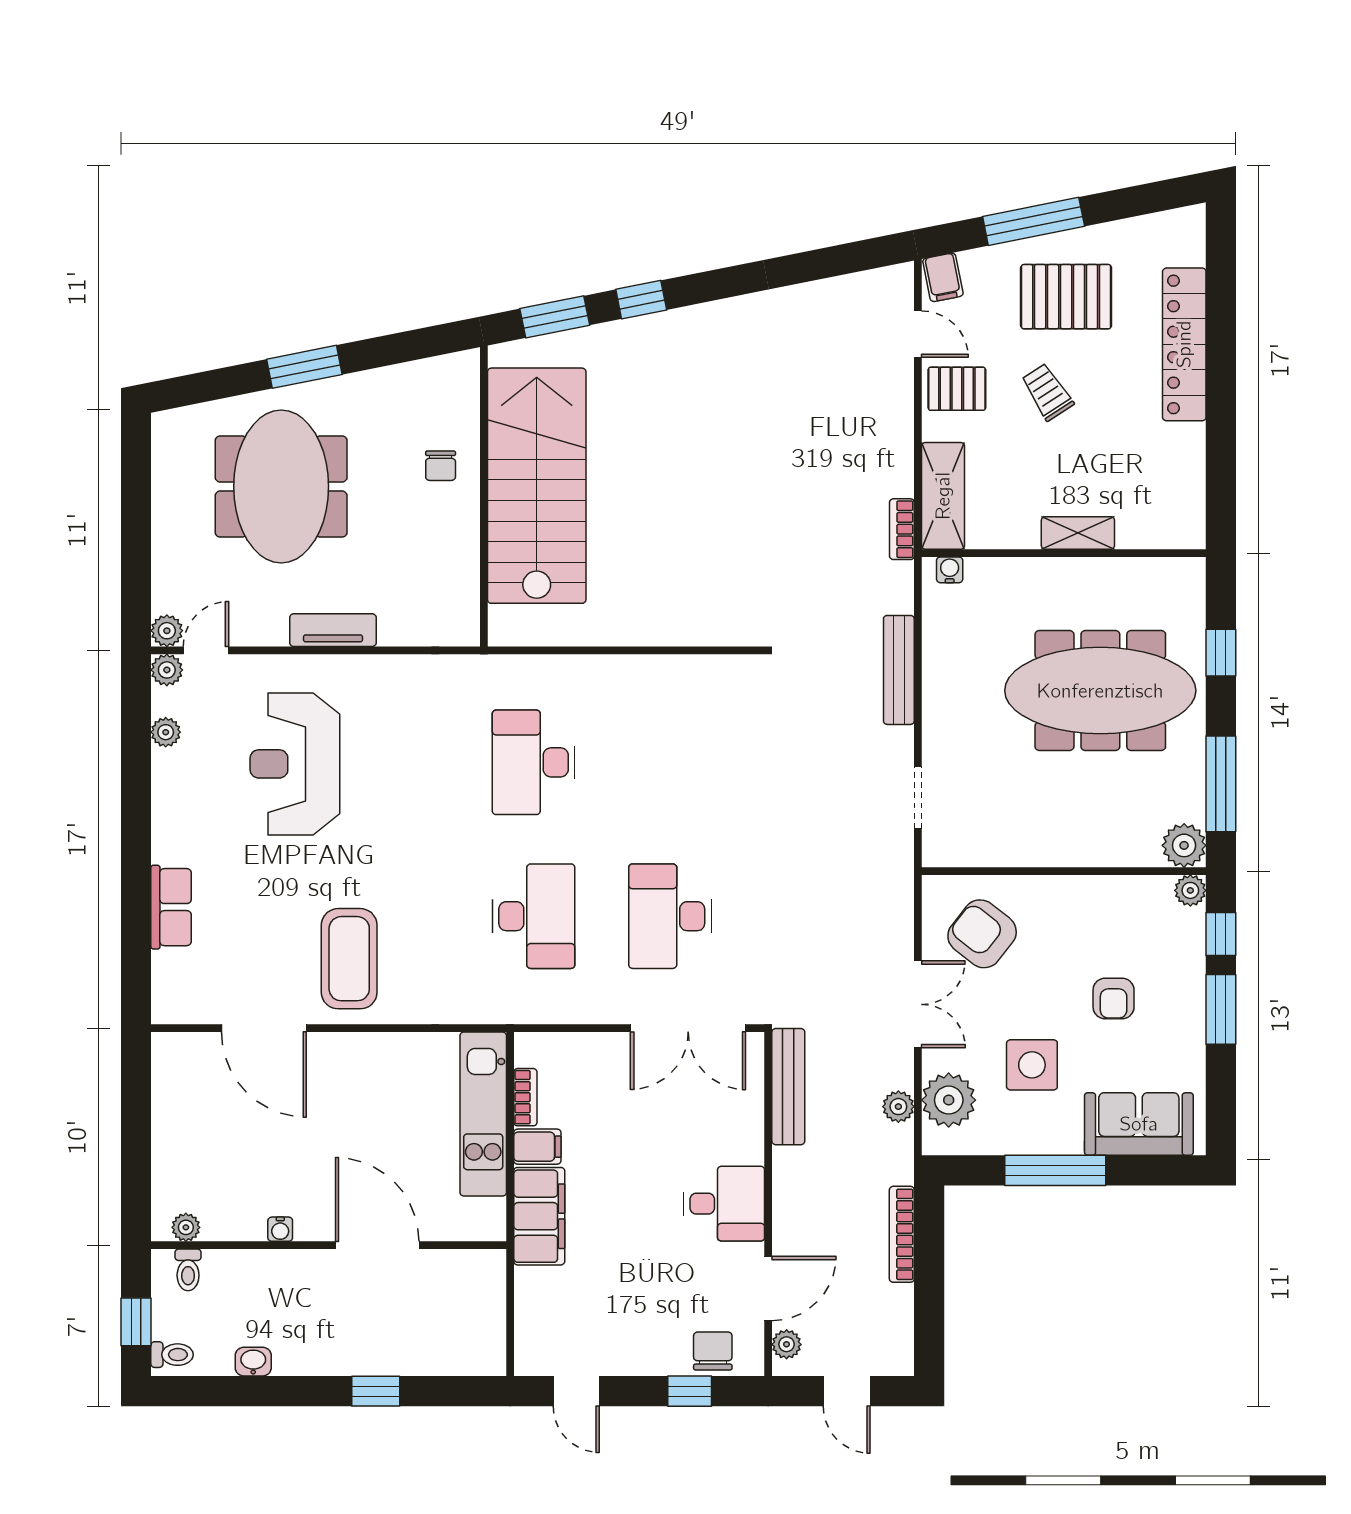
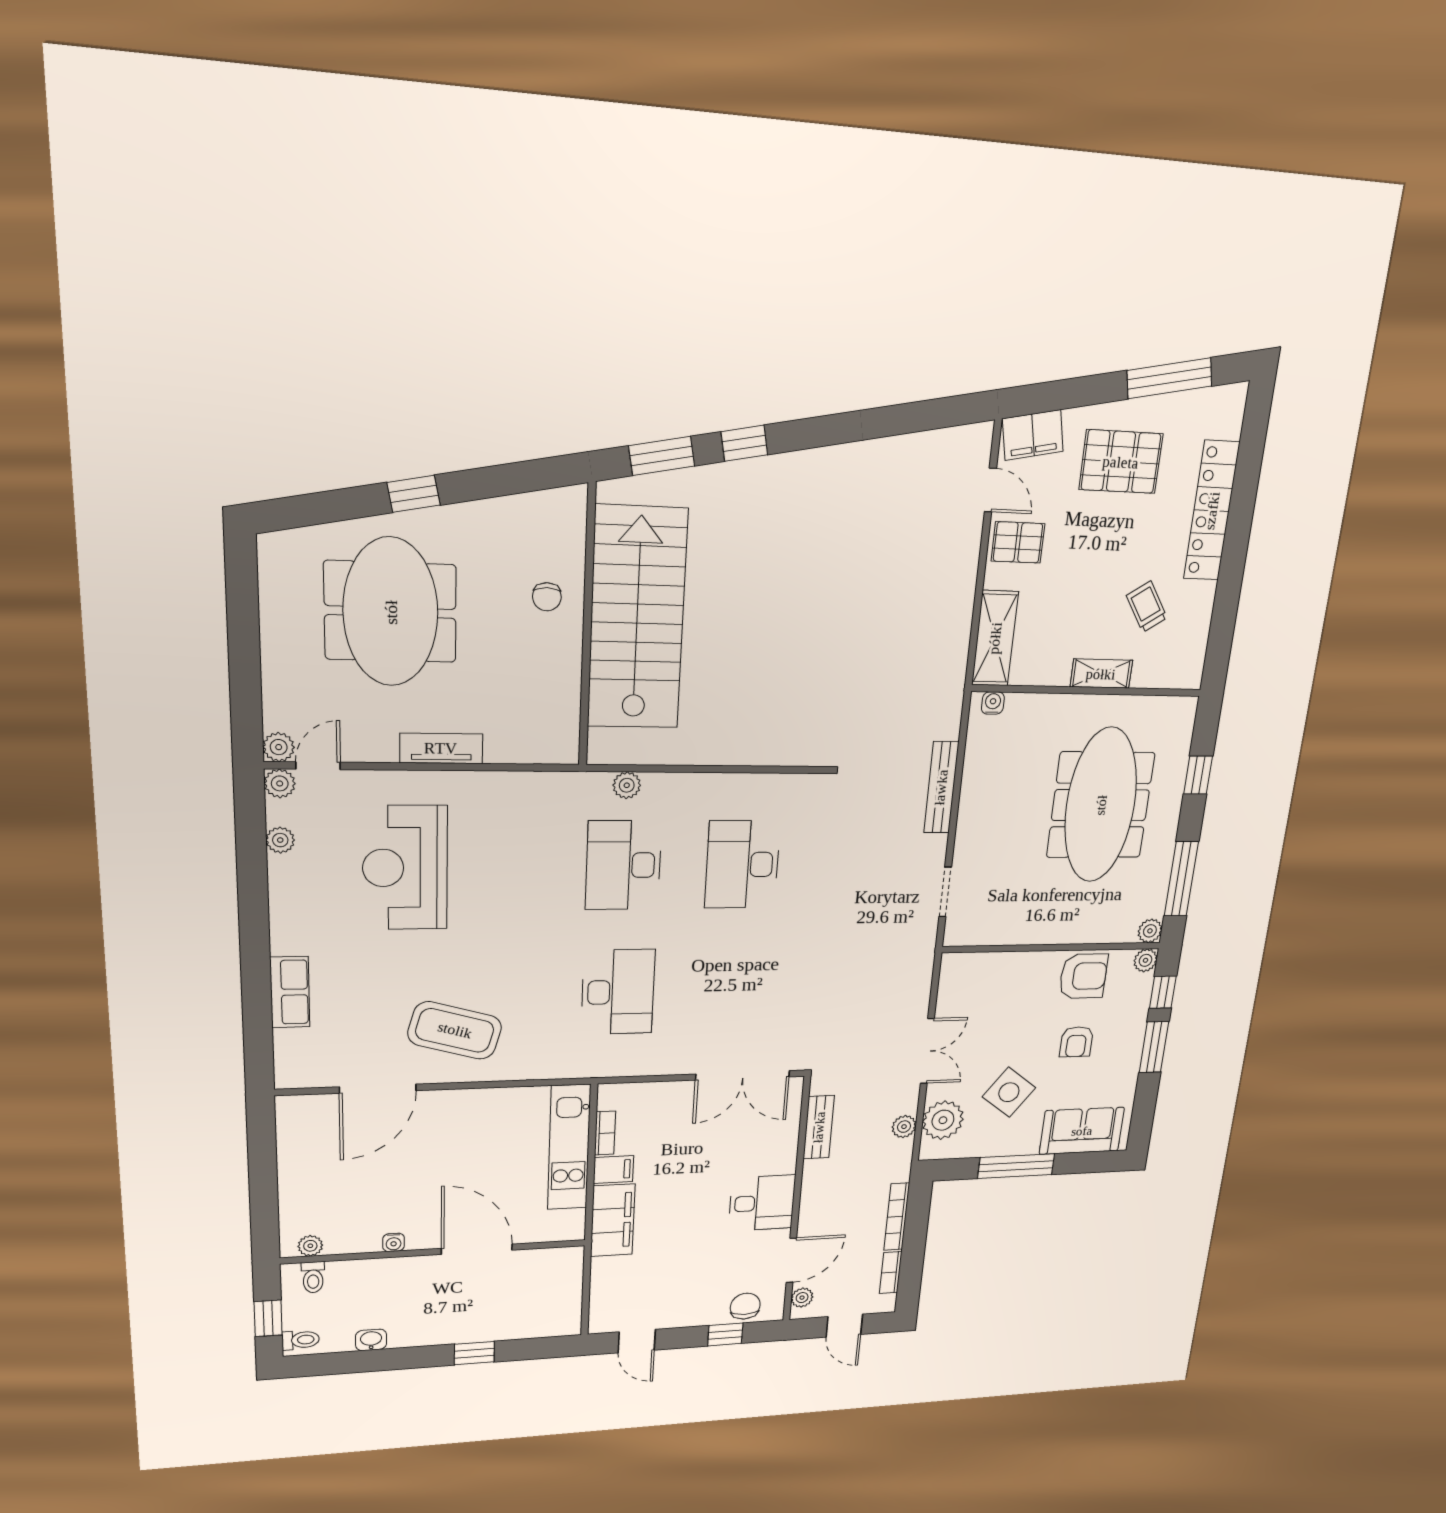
window: (1034, 221) -> (1169, 378), moved
filing cabinet: (943, 277) -> (1033, 435), width x2.00
window: (304, 367) -> (414, 494), width x0.67
trolley: (1047, 392) -> (1147, 607), moved
bookcase: (902, 529) -> (891, 1273), moved
plant: (533, 670) -> (627, 785), added
meeting table: (1100, 691) -> (1101, 805), turned 90
plant: (1184, 845) -> (1150, 931), width x0.73, depth x0.73
desk: (670, 916) -> (742, 865), moved
armchair: (982, 934) -> (1083, 976), moved, turned 142
coffee table: (349, 959) -> (455, 1030), turned -74
door: (264, 1028) -> (378, 1089), hinge flipped
side table: (1032, 1065) -> (1009, 1092), turned 37
bench: (788, 1087) -> (819, 1127), width x0.73

